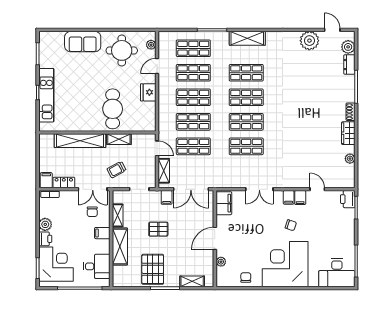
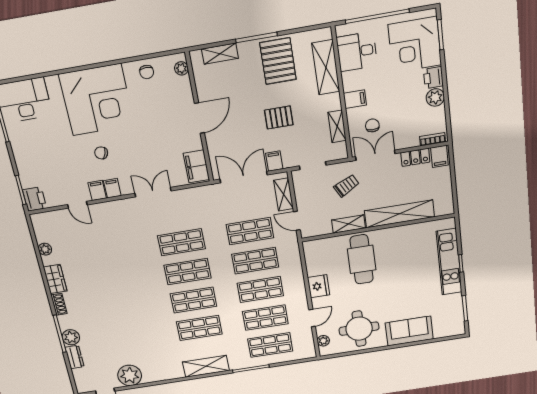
plant: (348, 47) -> (71, 337), moved
shelving: (120, 247) -> (326, 67), moved
plant: (221, 262) -> (181, 68), moved

